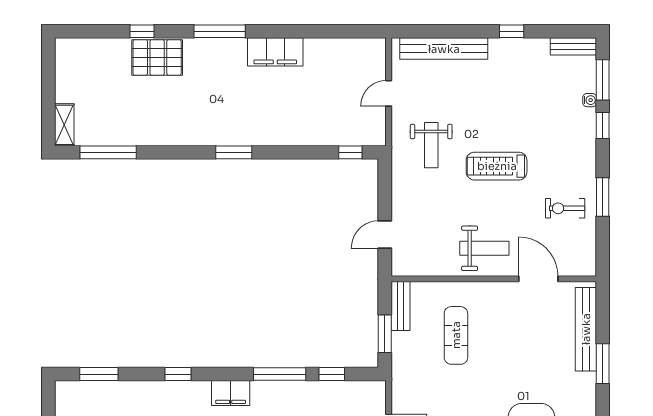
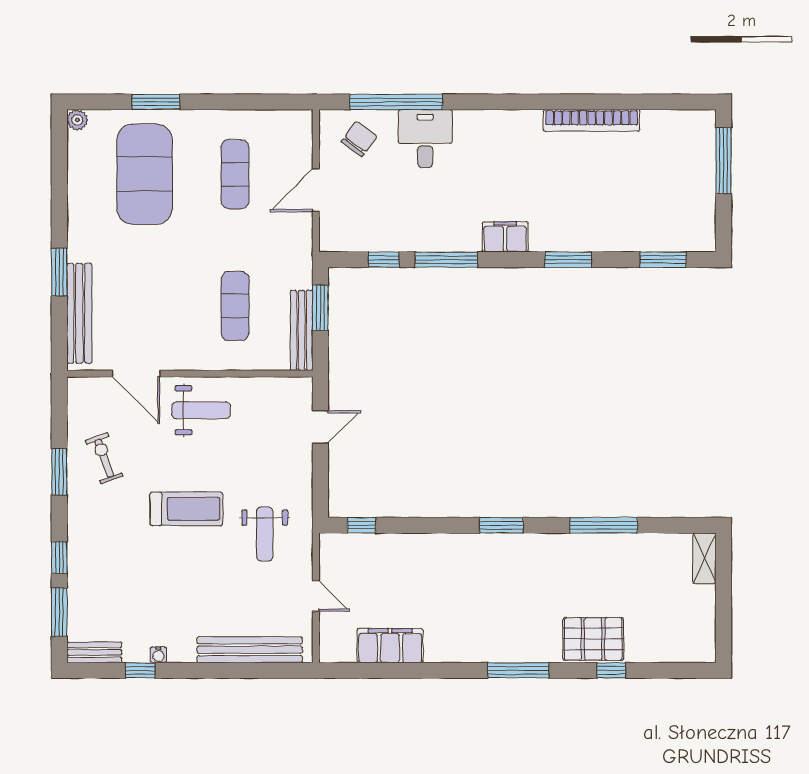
window: (512, 31) -> (140, 670), moved
filing cabinet: (275, 52) -> (390, 646), moved
door: (389, 93) -> (316, 596), hinge flipped
water cooler: (590, 100) -> (158, 655), moved, turned -90
weight bench: (431, 145) -> (265, 534), turned 180
window: (108, 152) -> (604, 525), moved
exercise bike: (565, 208) -> (104, 458), turned -110
weight bench: (484, 248) -> (201, 410), turned 180
bench: (400, 306) -> (302, 330), width x1.36
window: (178, 374) -> (568, 260), width x1.50

